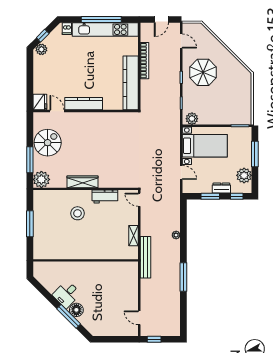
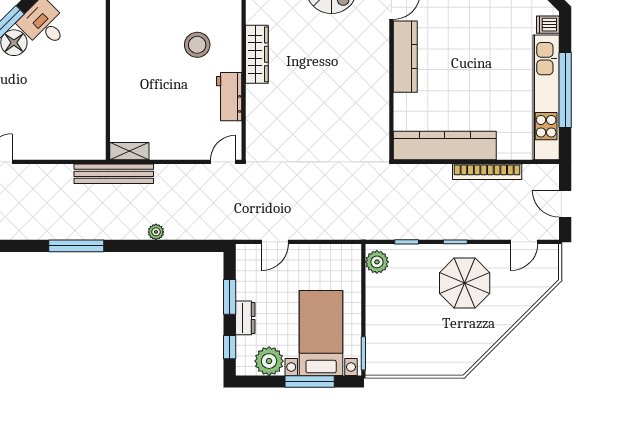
bed with nightstands: (205, 146) -> (321, 333), moved, turned 180
shelving: (134, 236) -> (129, 151), moved

